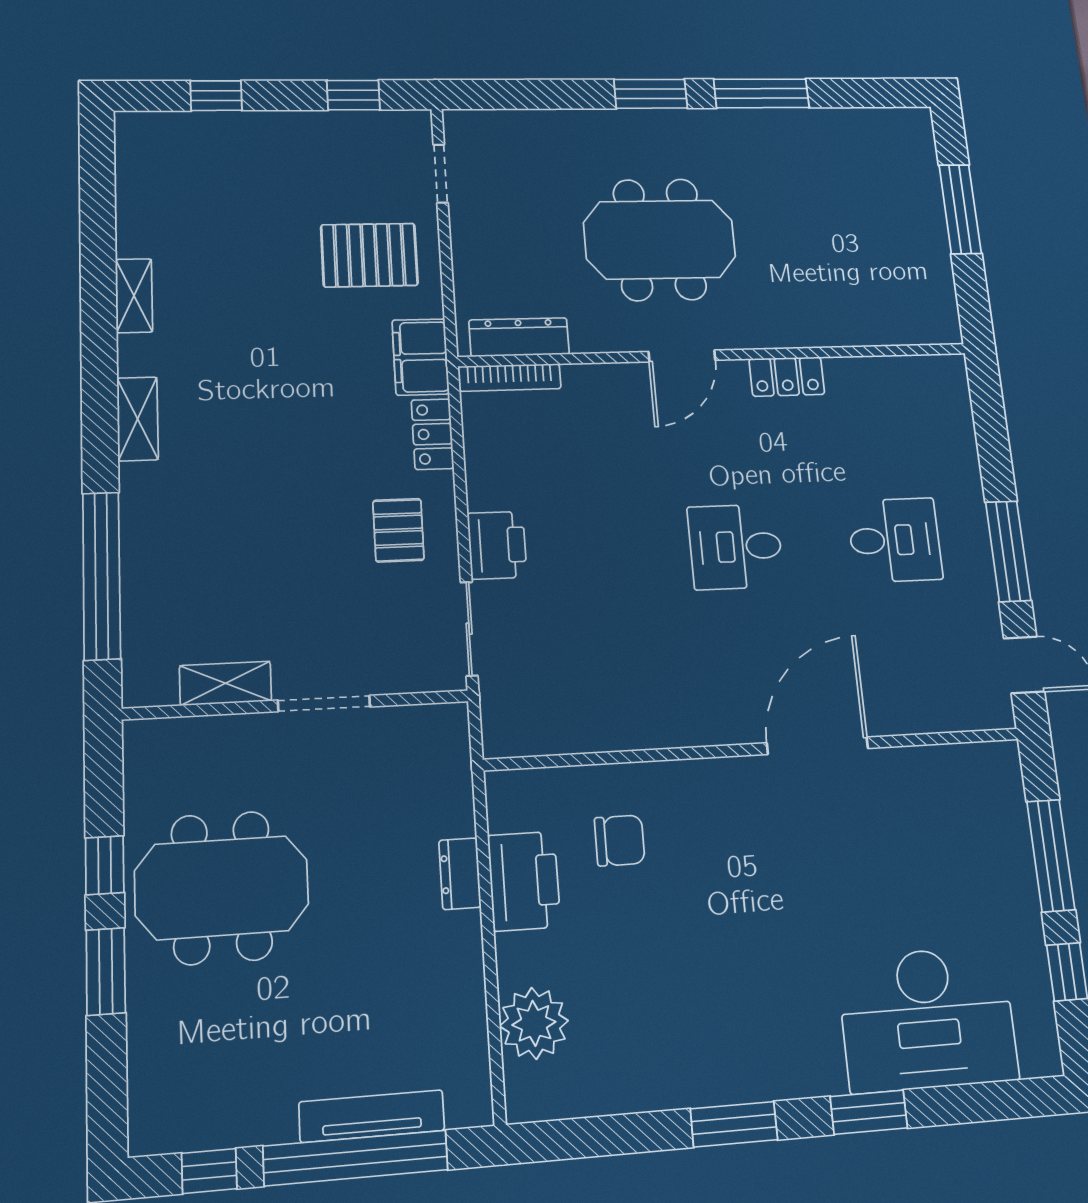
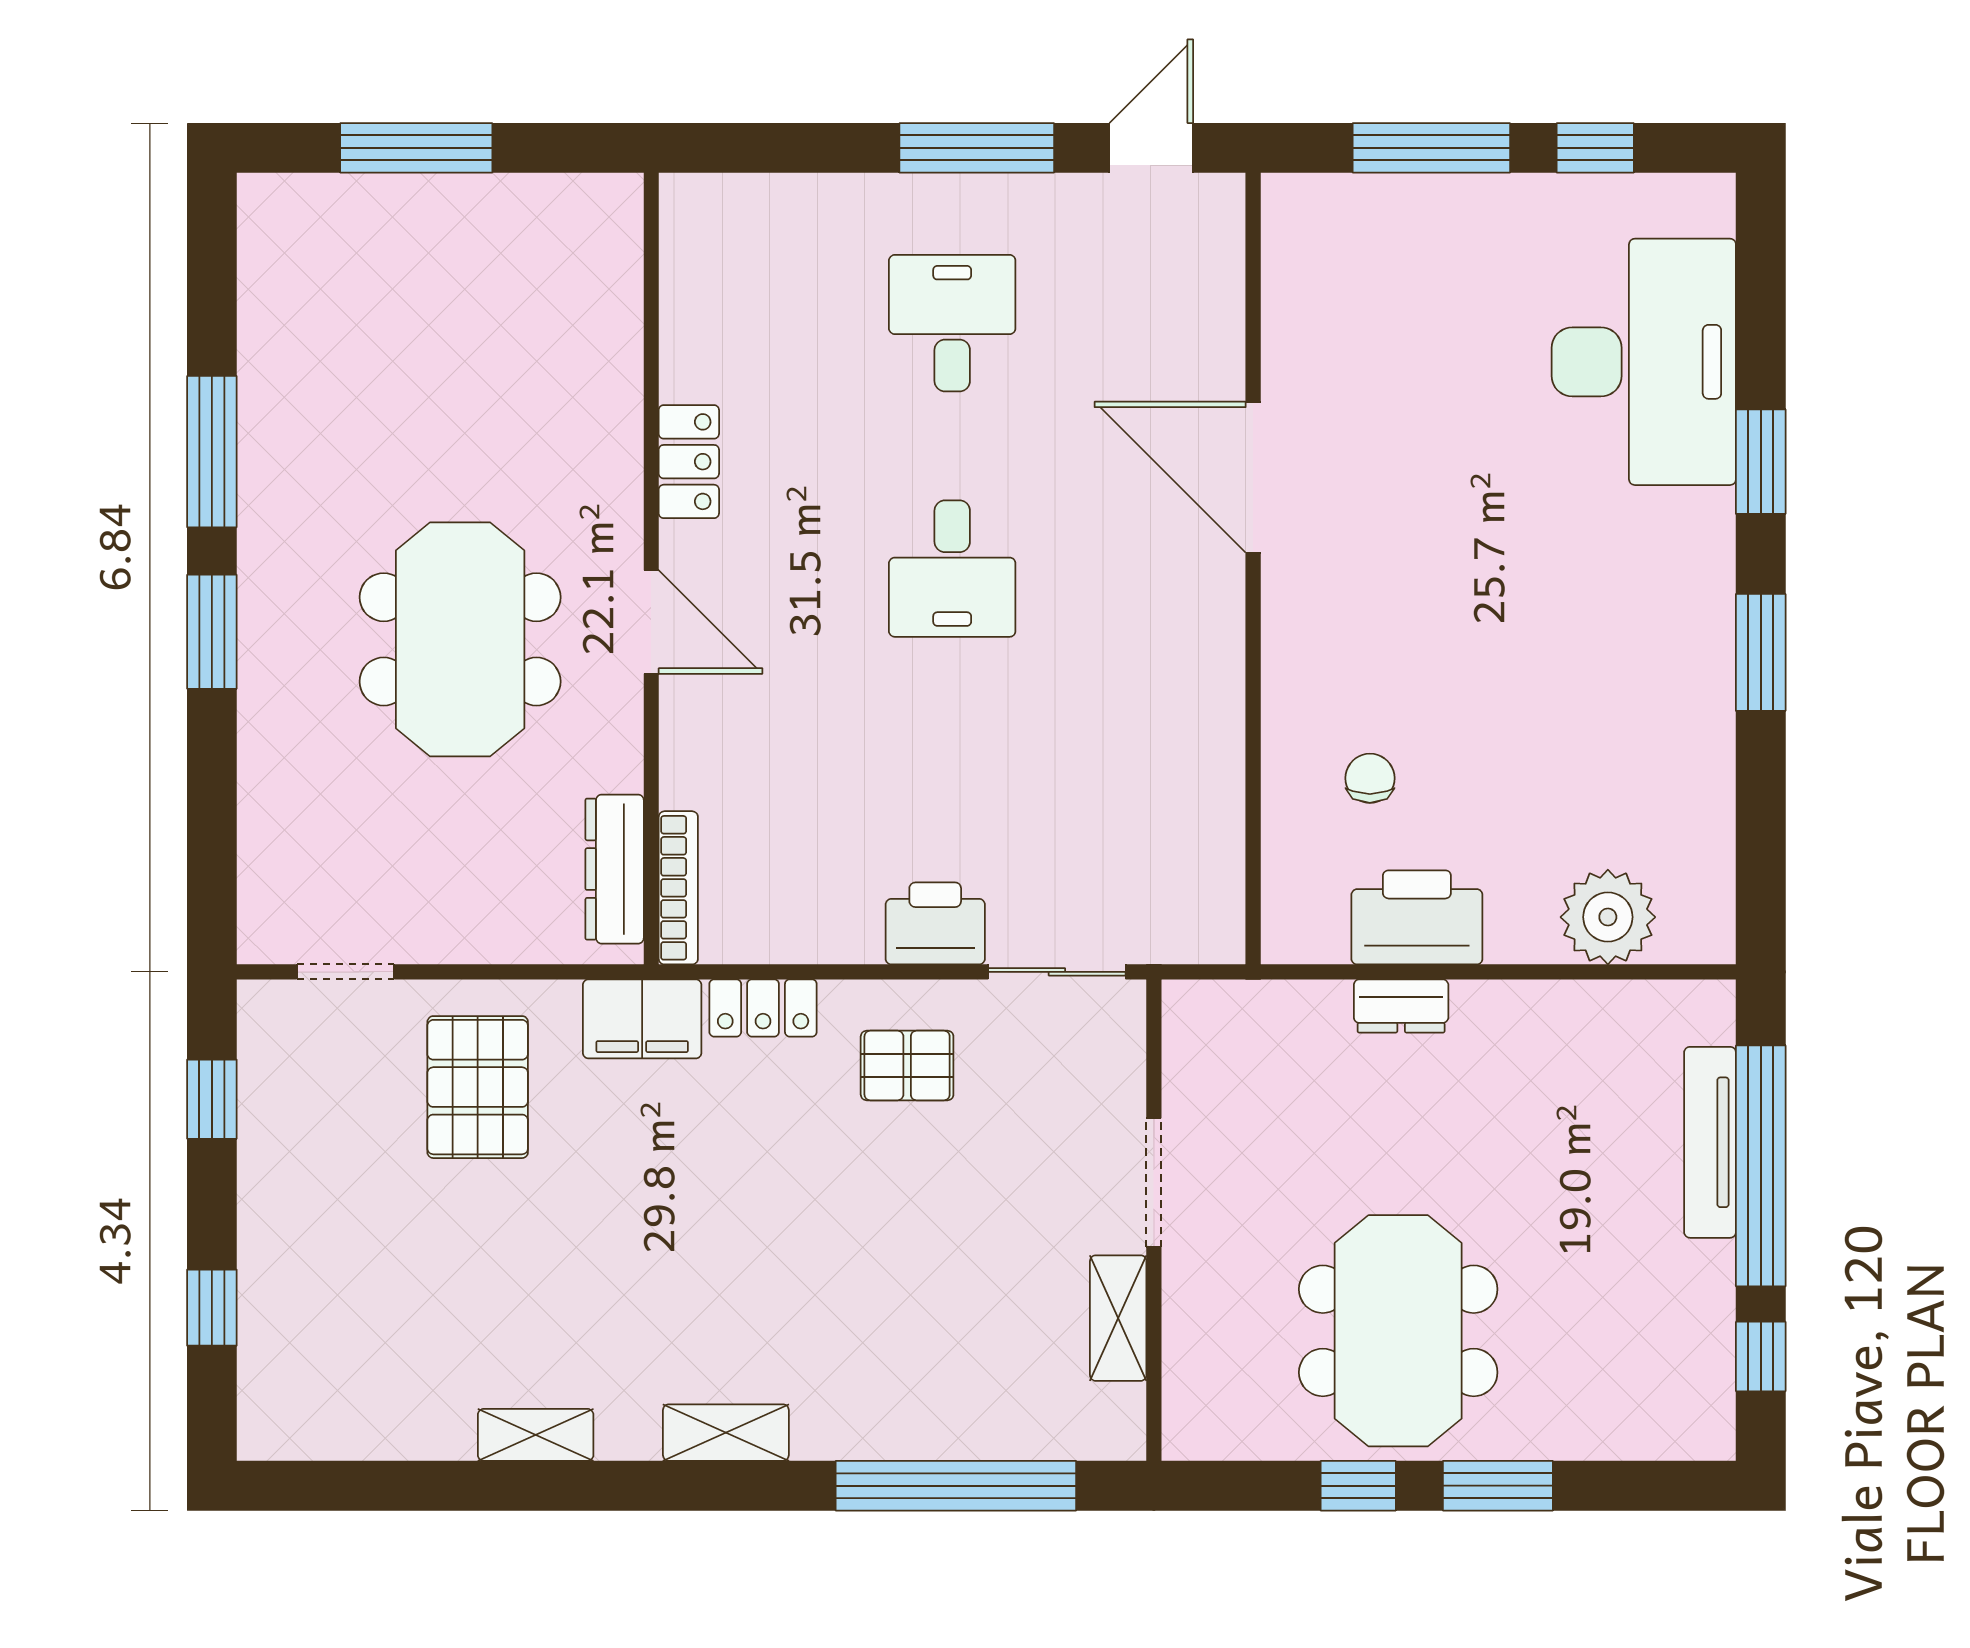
chair: (620, 840) -> (1370, 778), width x0.73, depth x0.73

